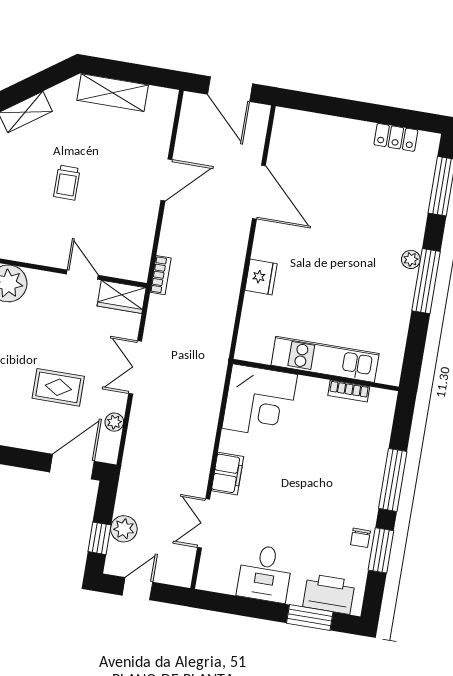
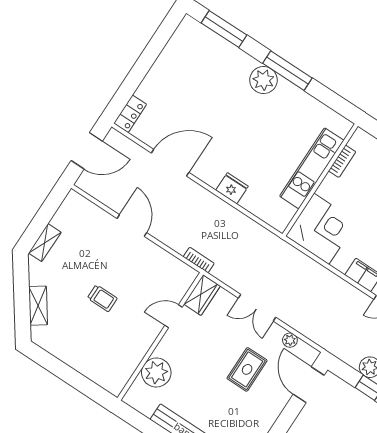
shelving: (113, 93) -> (45, 243), width x0.67, depth x0.75
locker: (396, 137) -> (130, 114), moved
plant: (411, 259) -> (263, 80), width x1.87, depth x1.87

